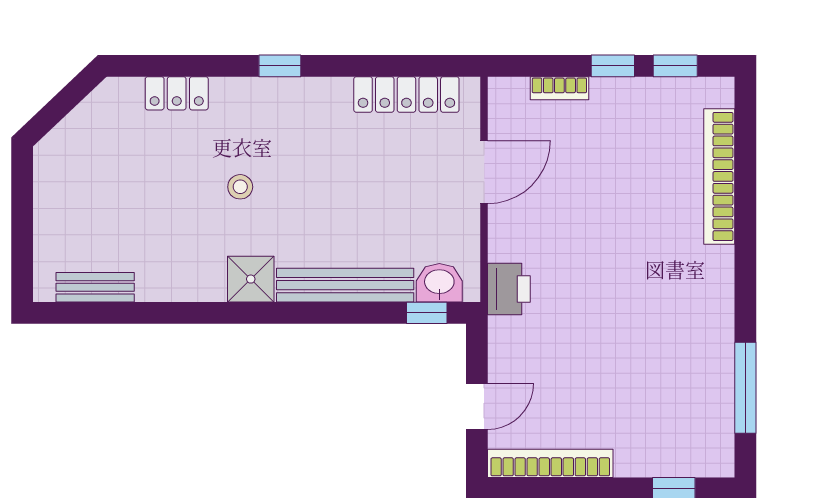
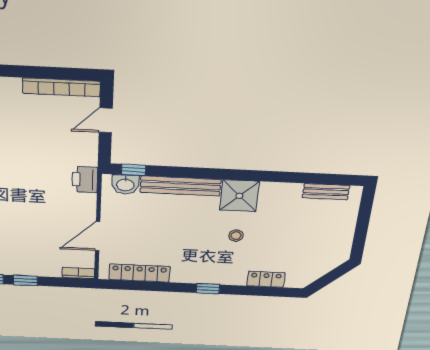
bookcase: (559, 88) -> (78, 273), moved
shower: (251, 279) -> (239, 196), width x1.36, depth x1.36

